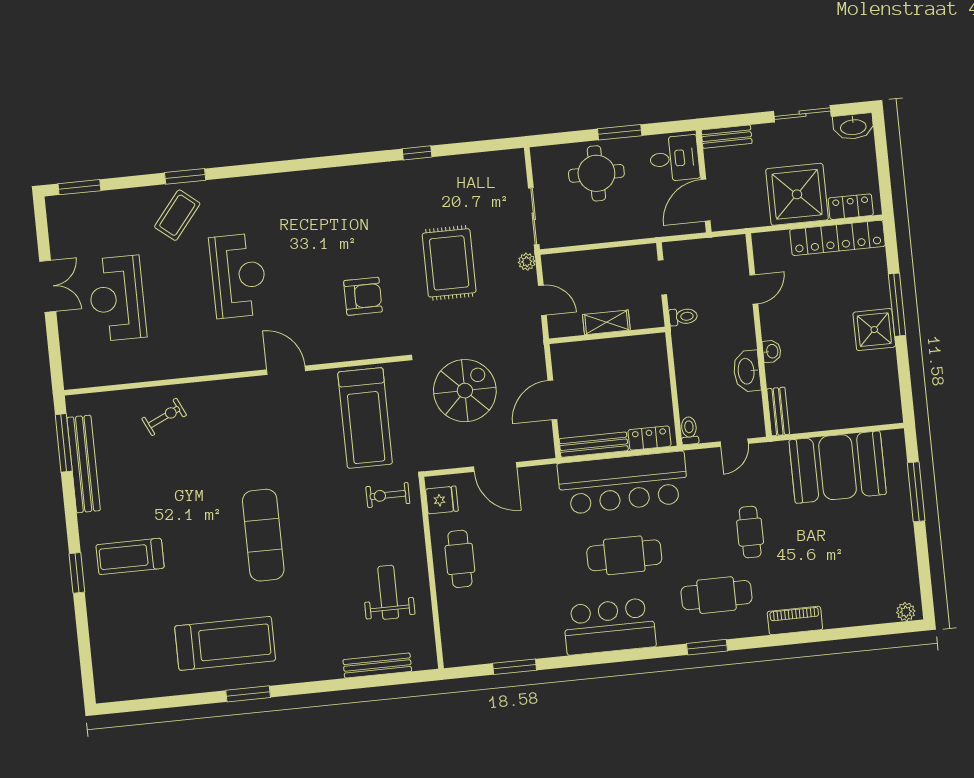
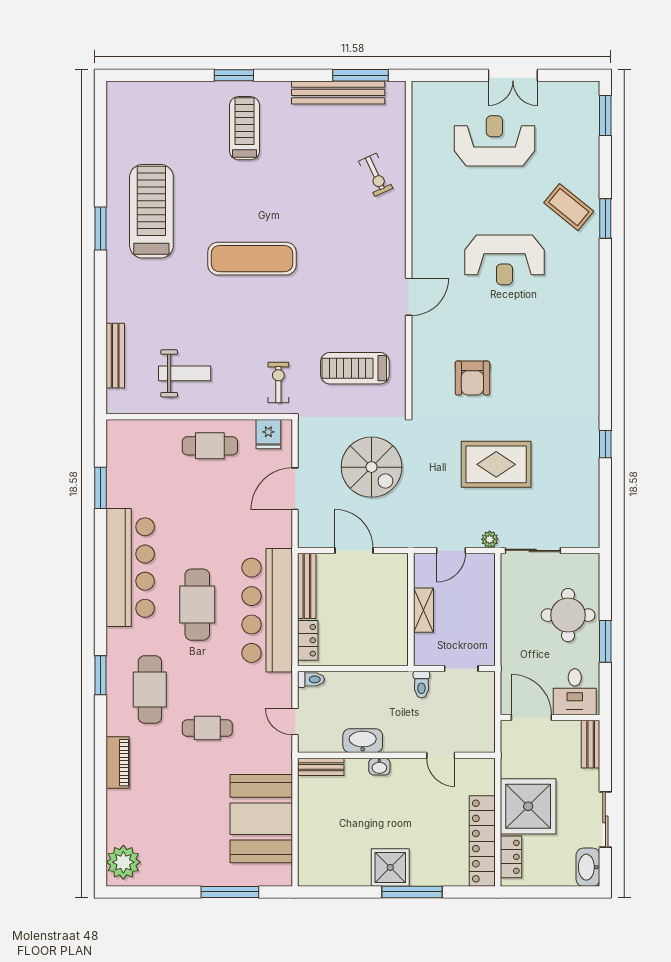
treadmill: (365, 418) -> (355, 368), width x0.73, depth x0.73
plant: (906, 612) -> (123, 862), width x1.88, depth x1.88
bar counter: (609, 626) -> (130, 568), width x1.36
treadmill: (225, 643) -> (151, 211), turned 180

